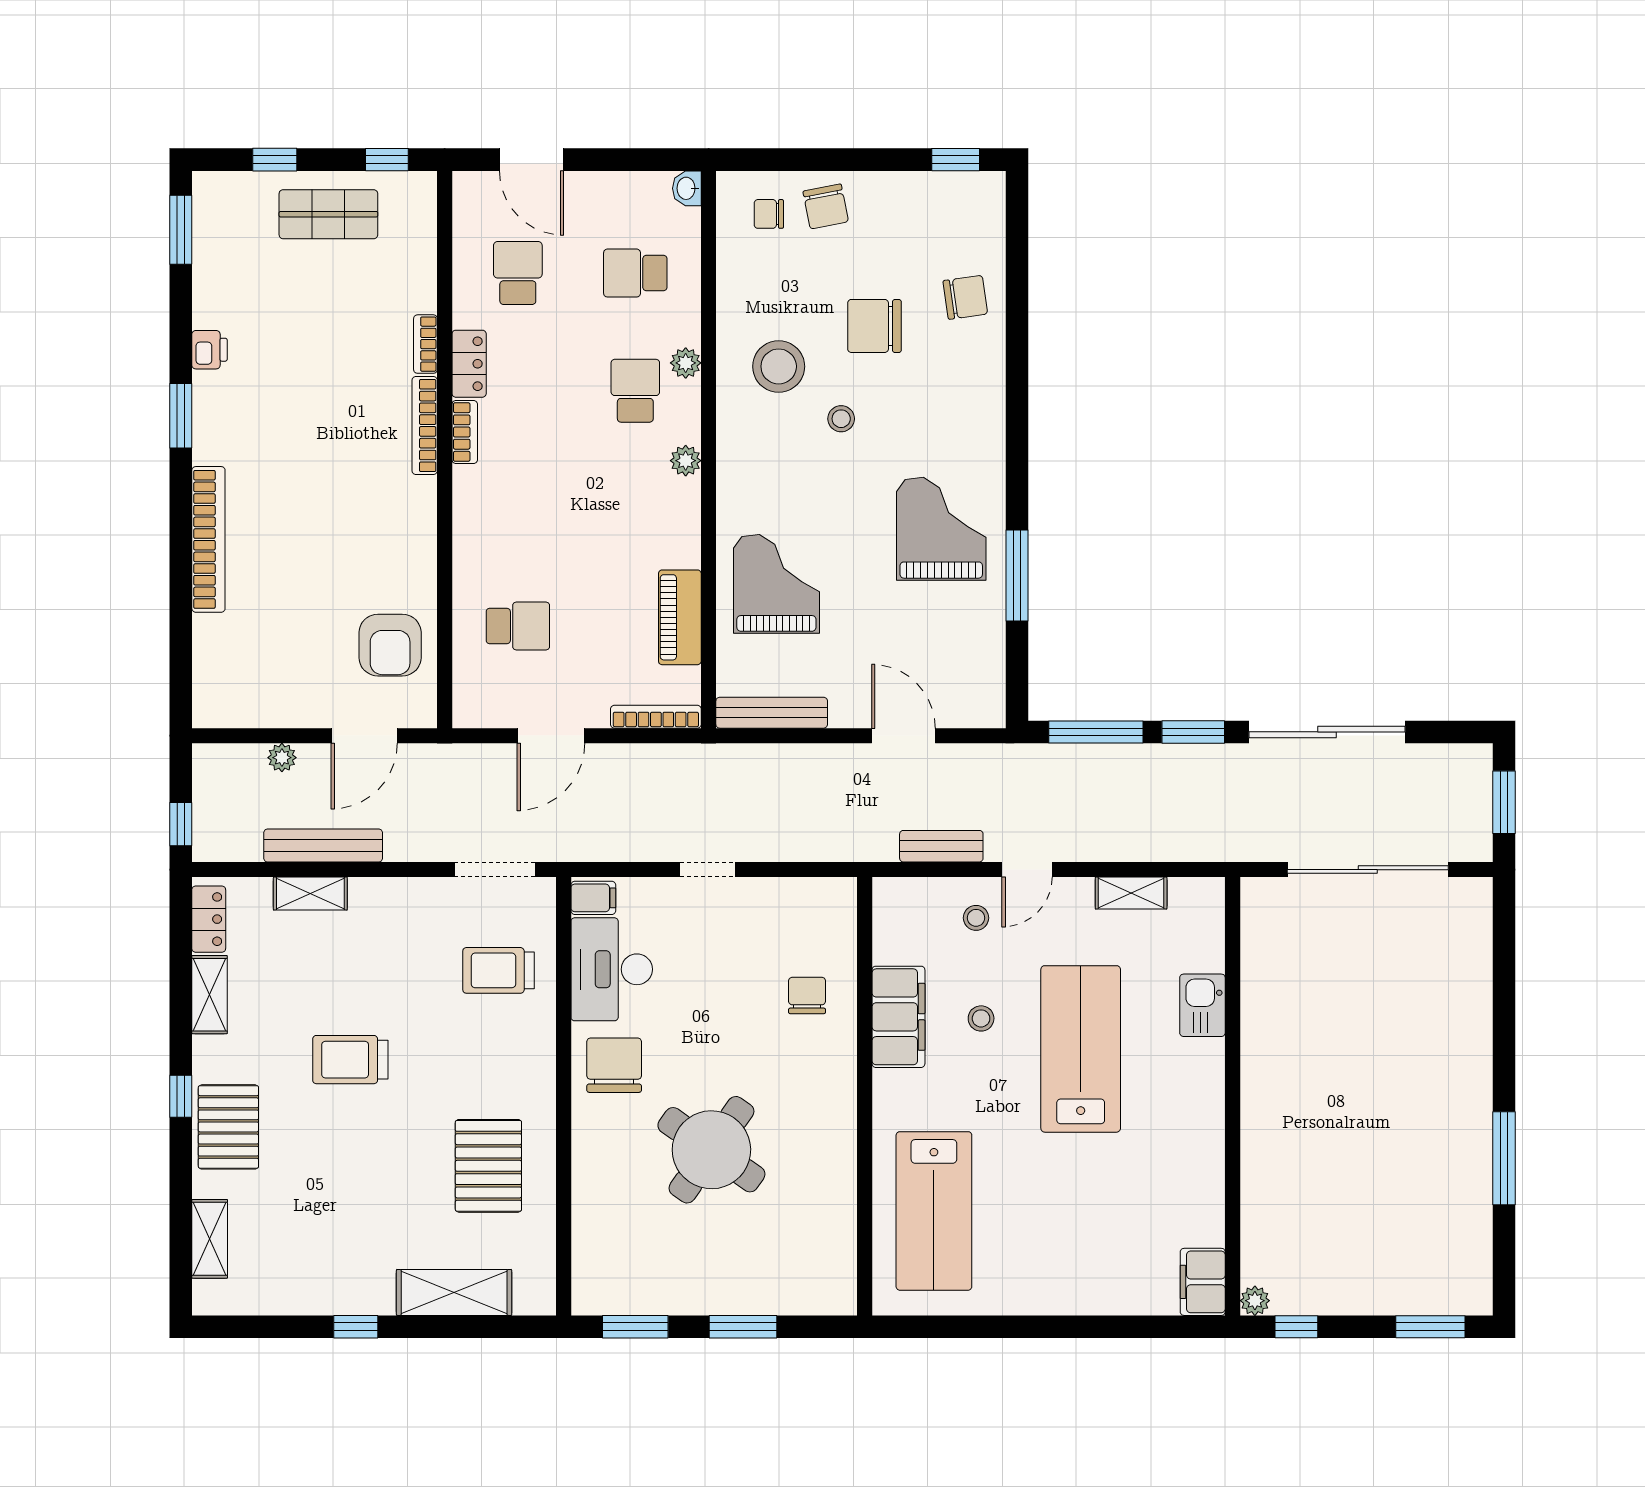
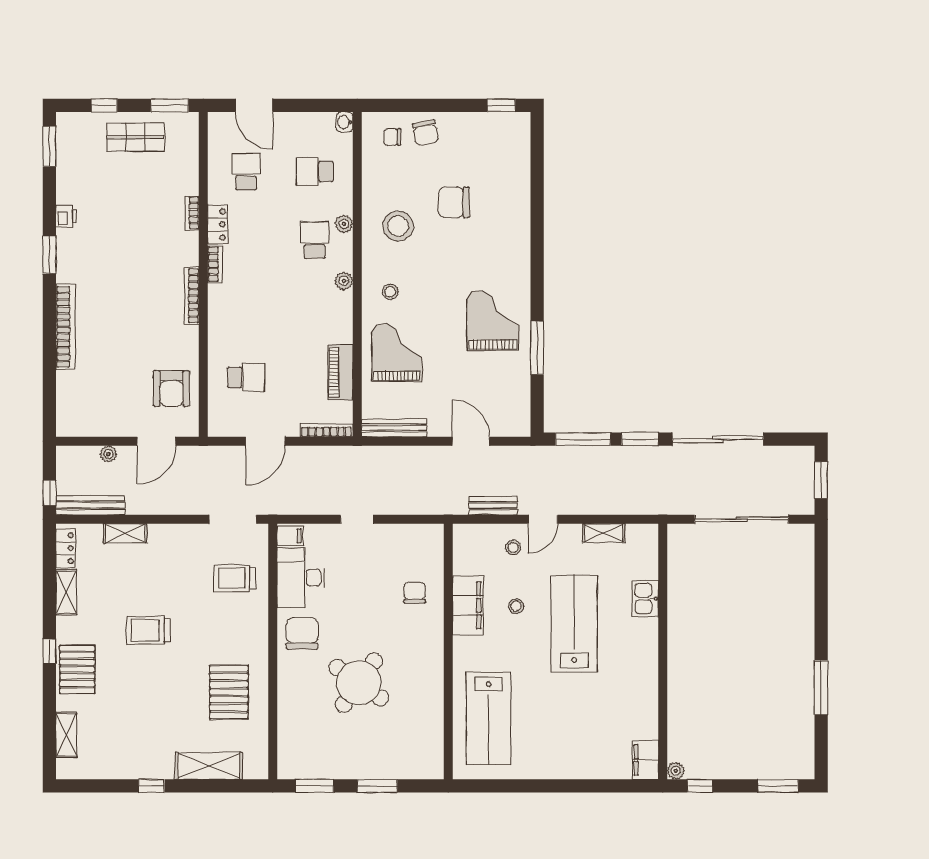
window: (387, 160) -> (170, 105), width x1.50
chair: (965, 297) -> (507, 186), removed
stool: (841, 419) -> (390, 292), moved
bookcase: (425, 426) -> (192, 296), moved
bench: (323, 845) -> (91, 505), moved

